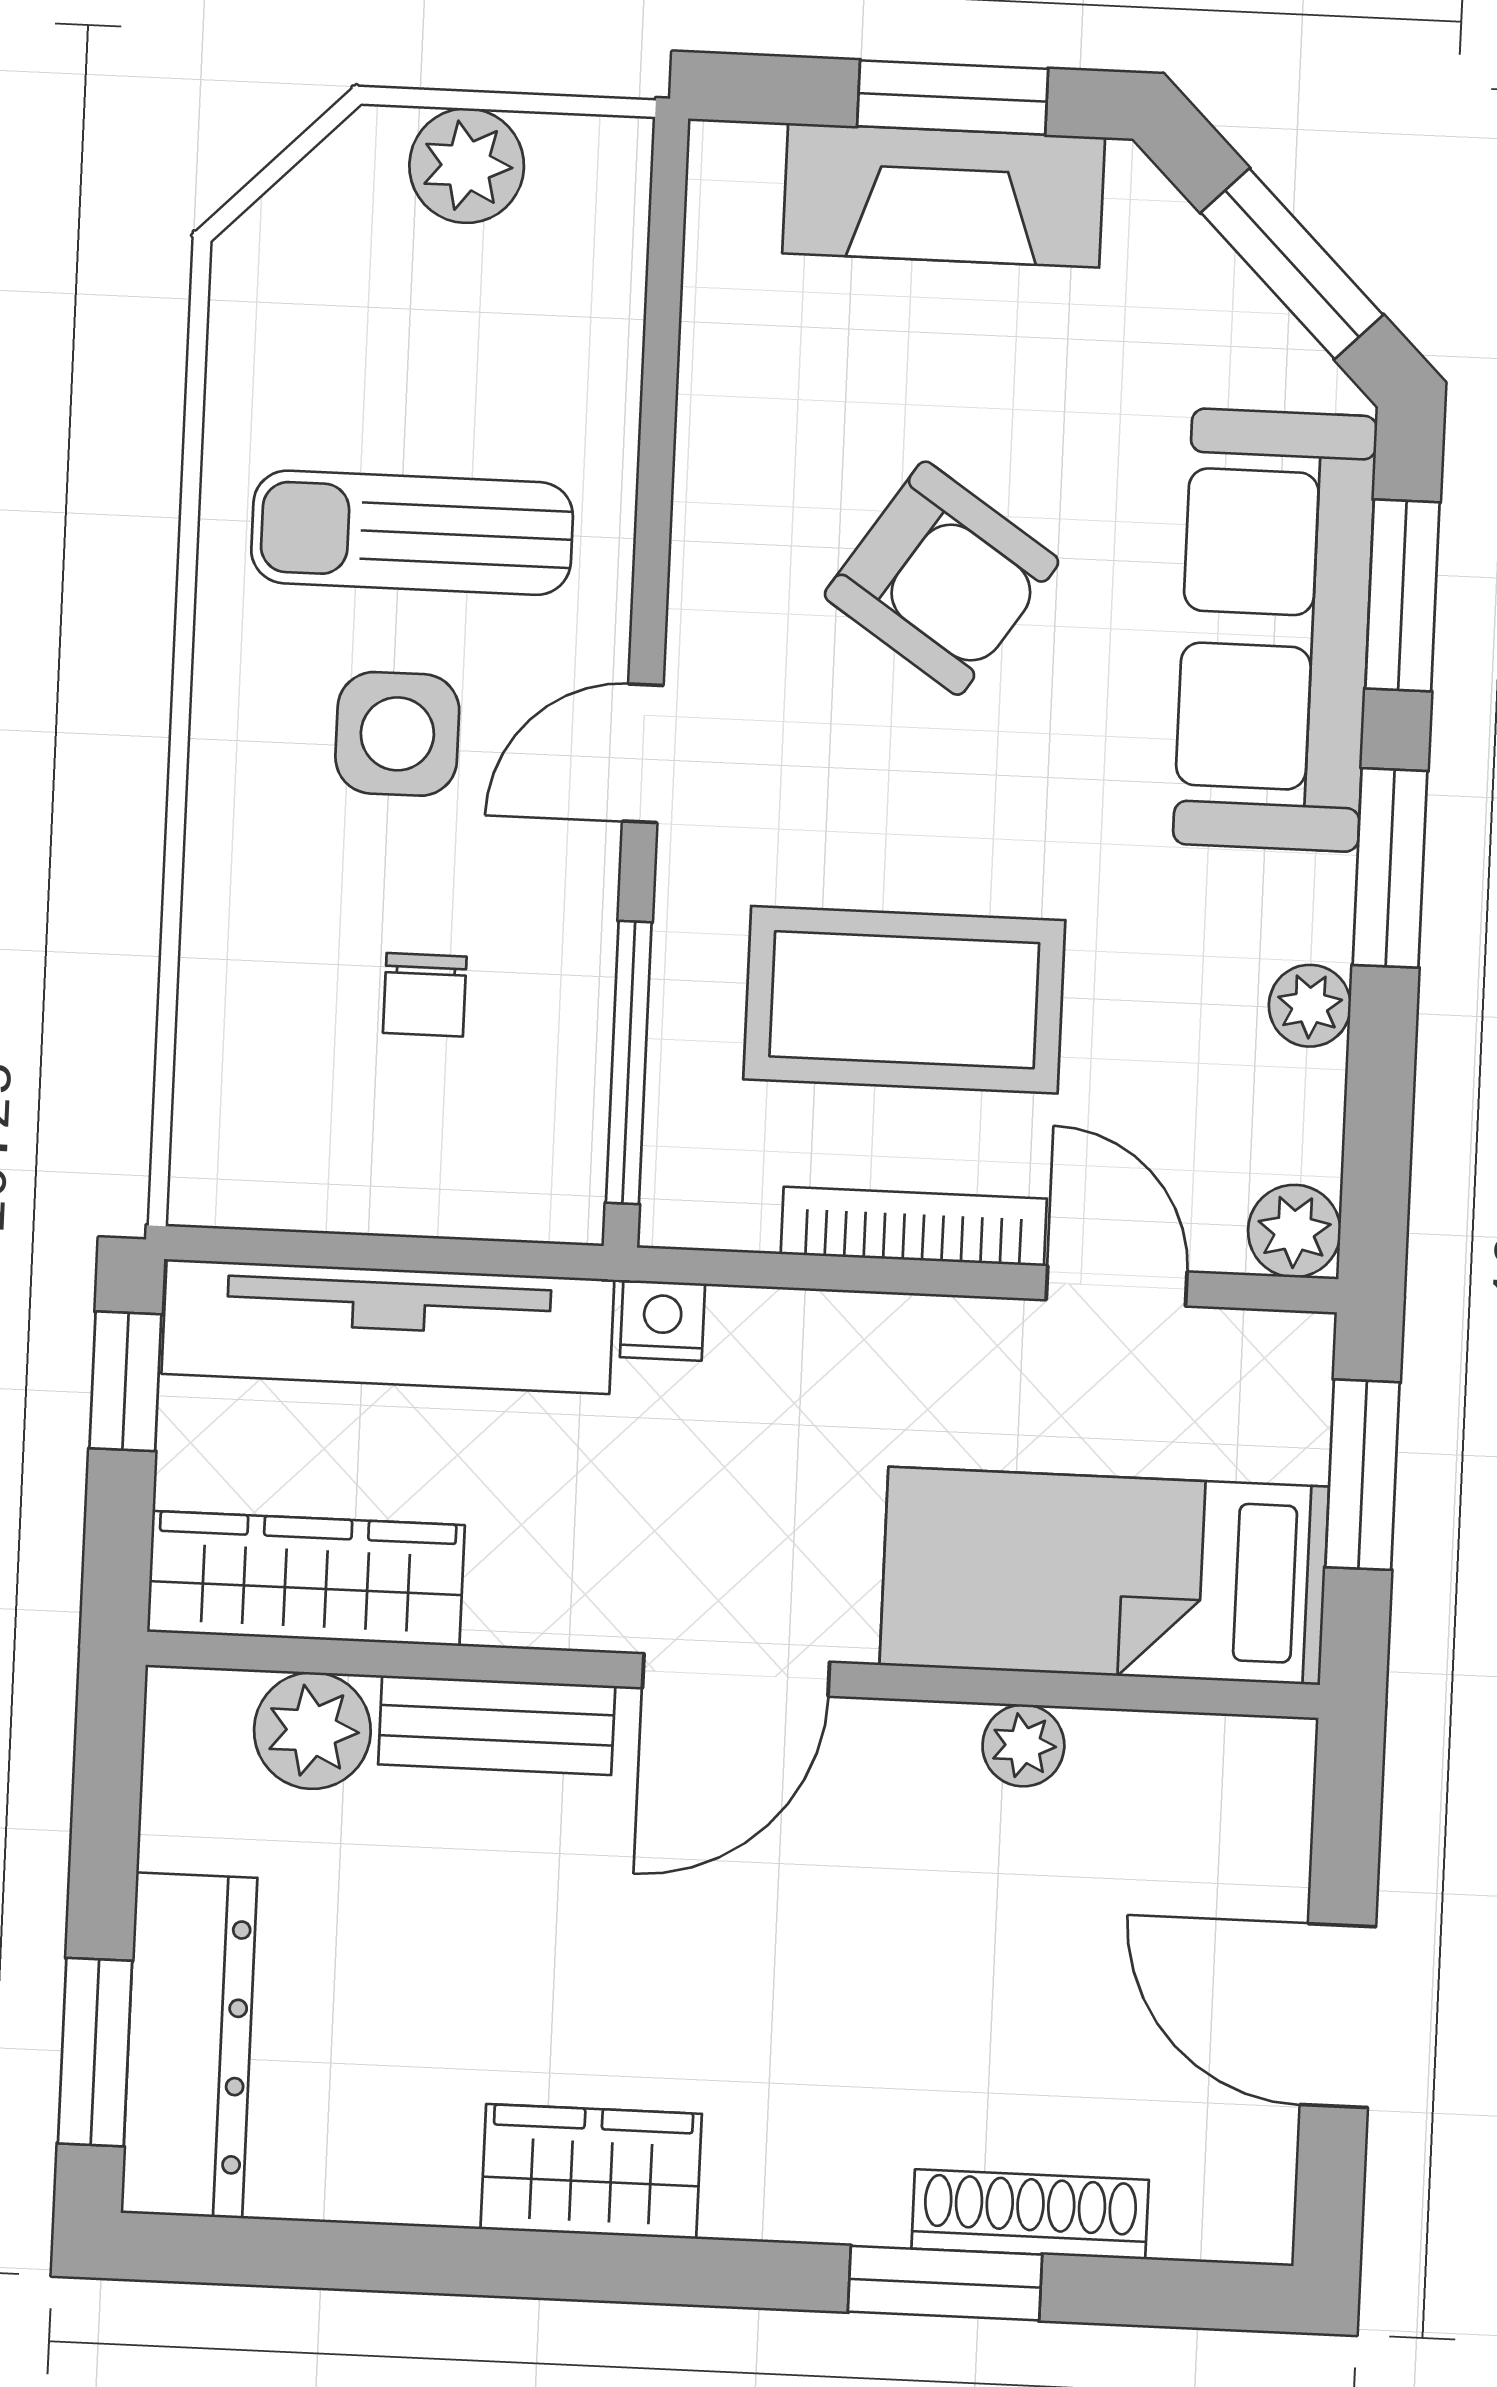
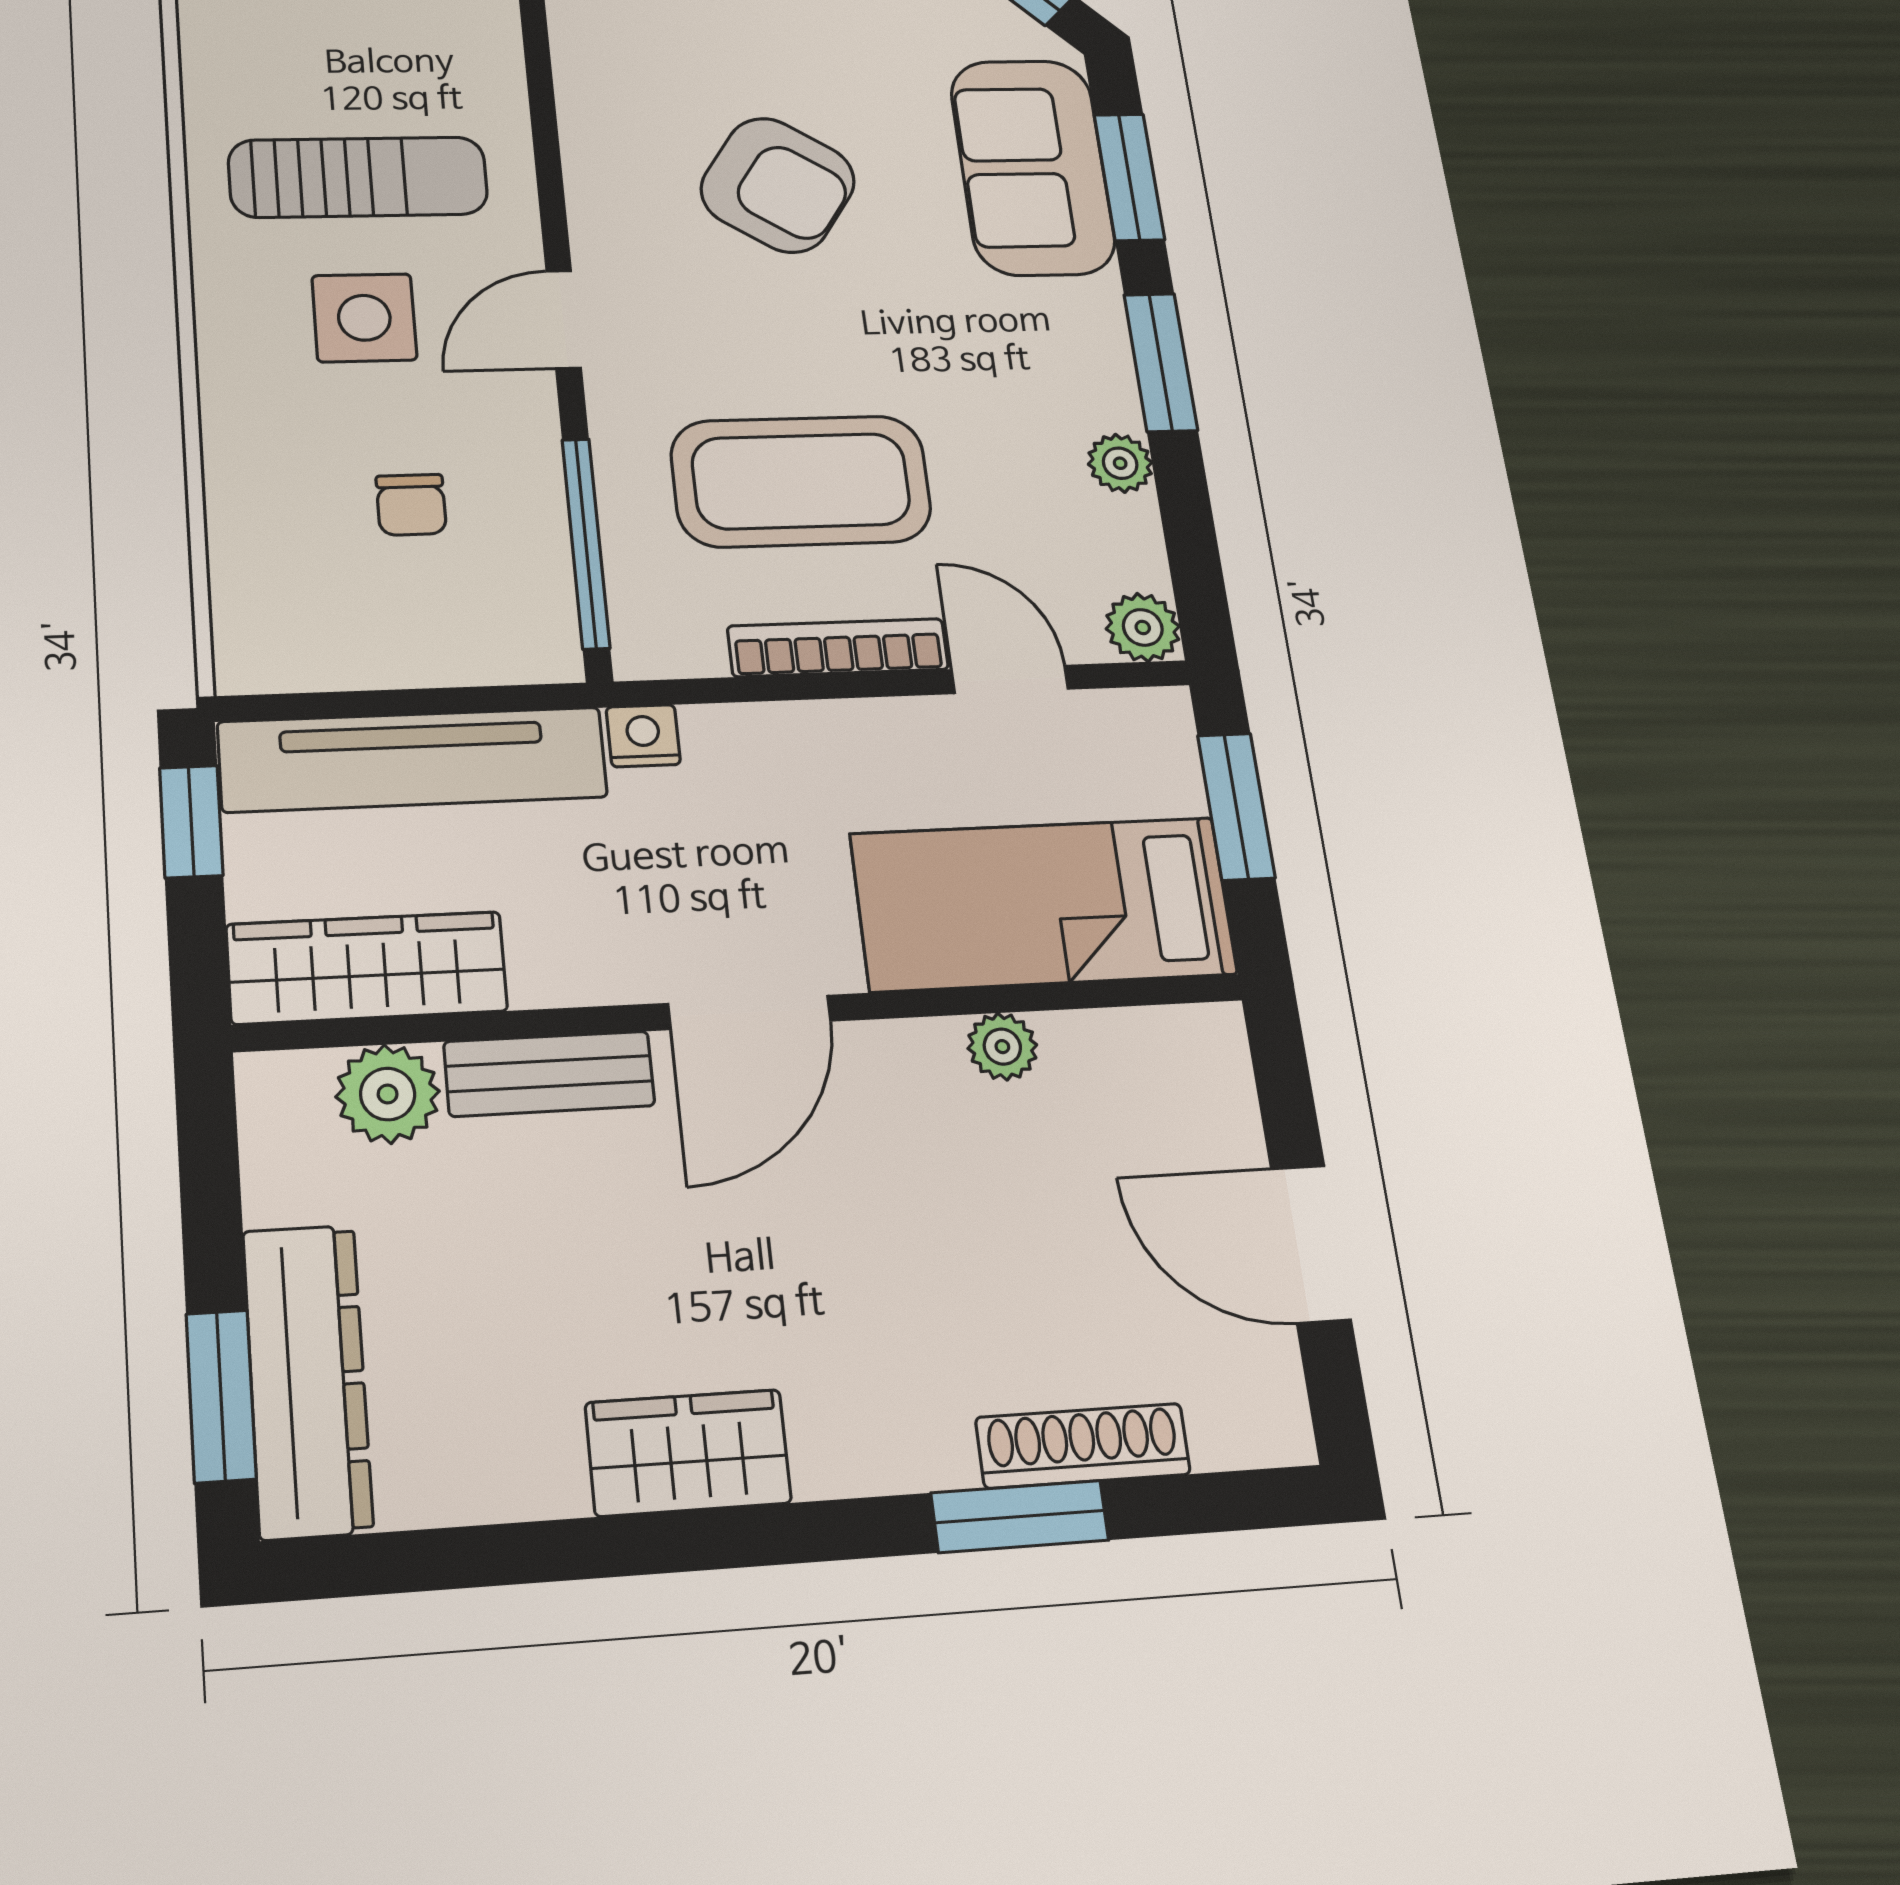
sun lounger: (412, 533) -> (358, 177), turned 180
sofa: (1275, 630) -> (1033, 167), width x0.73

